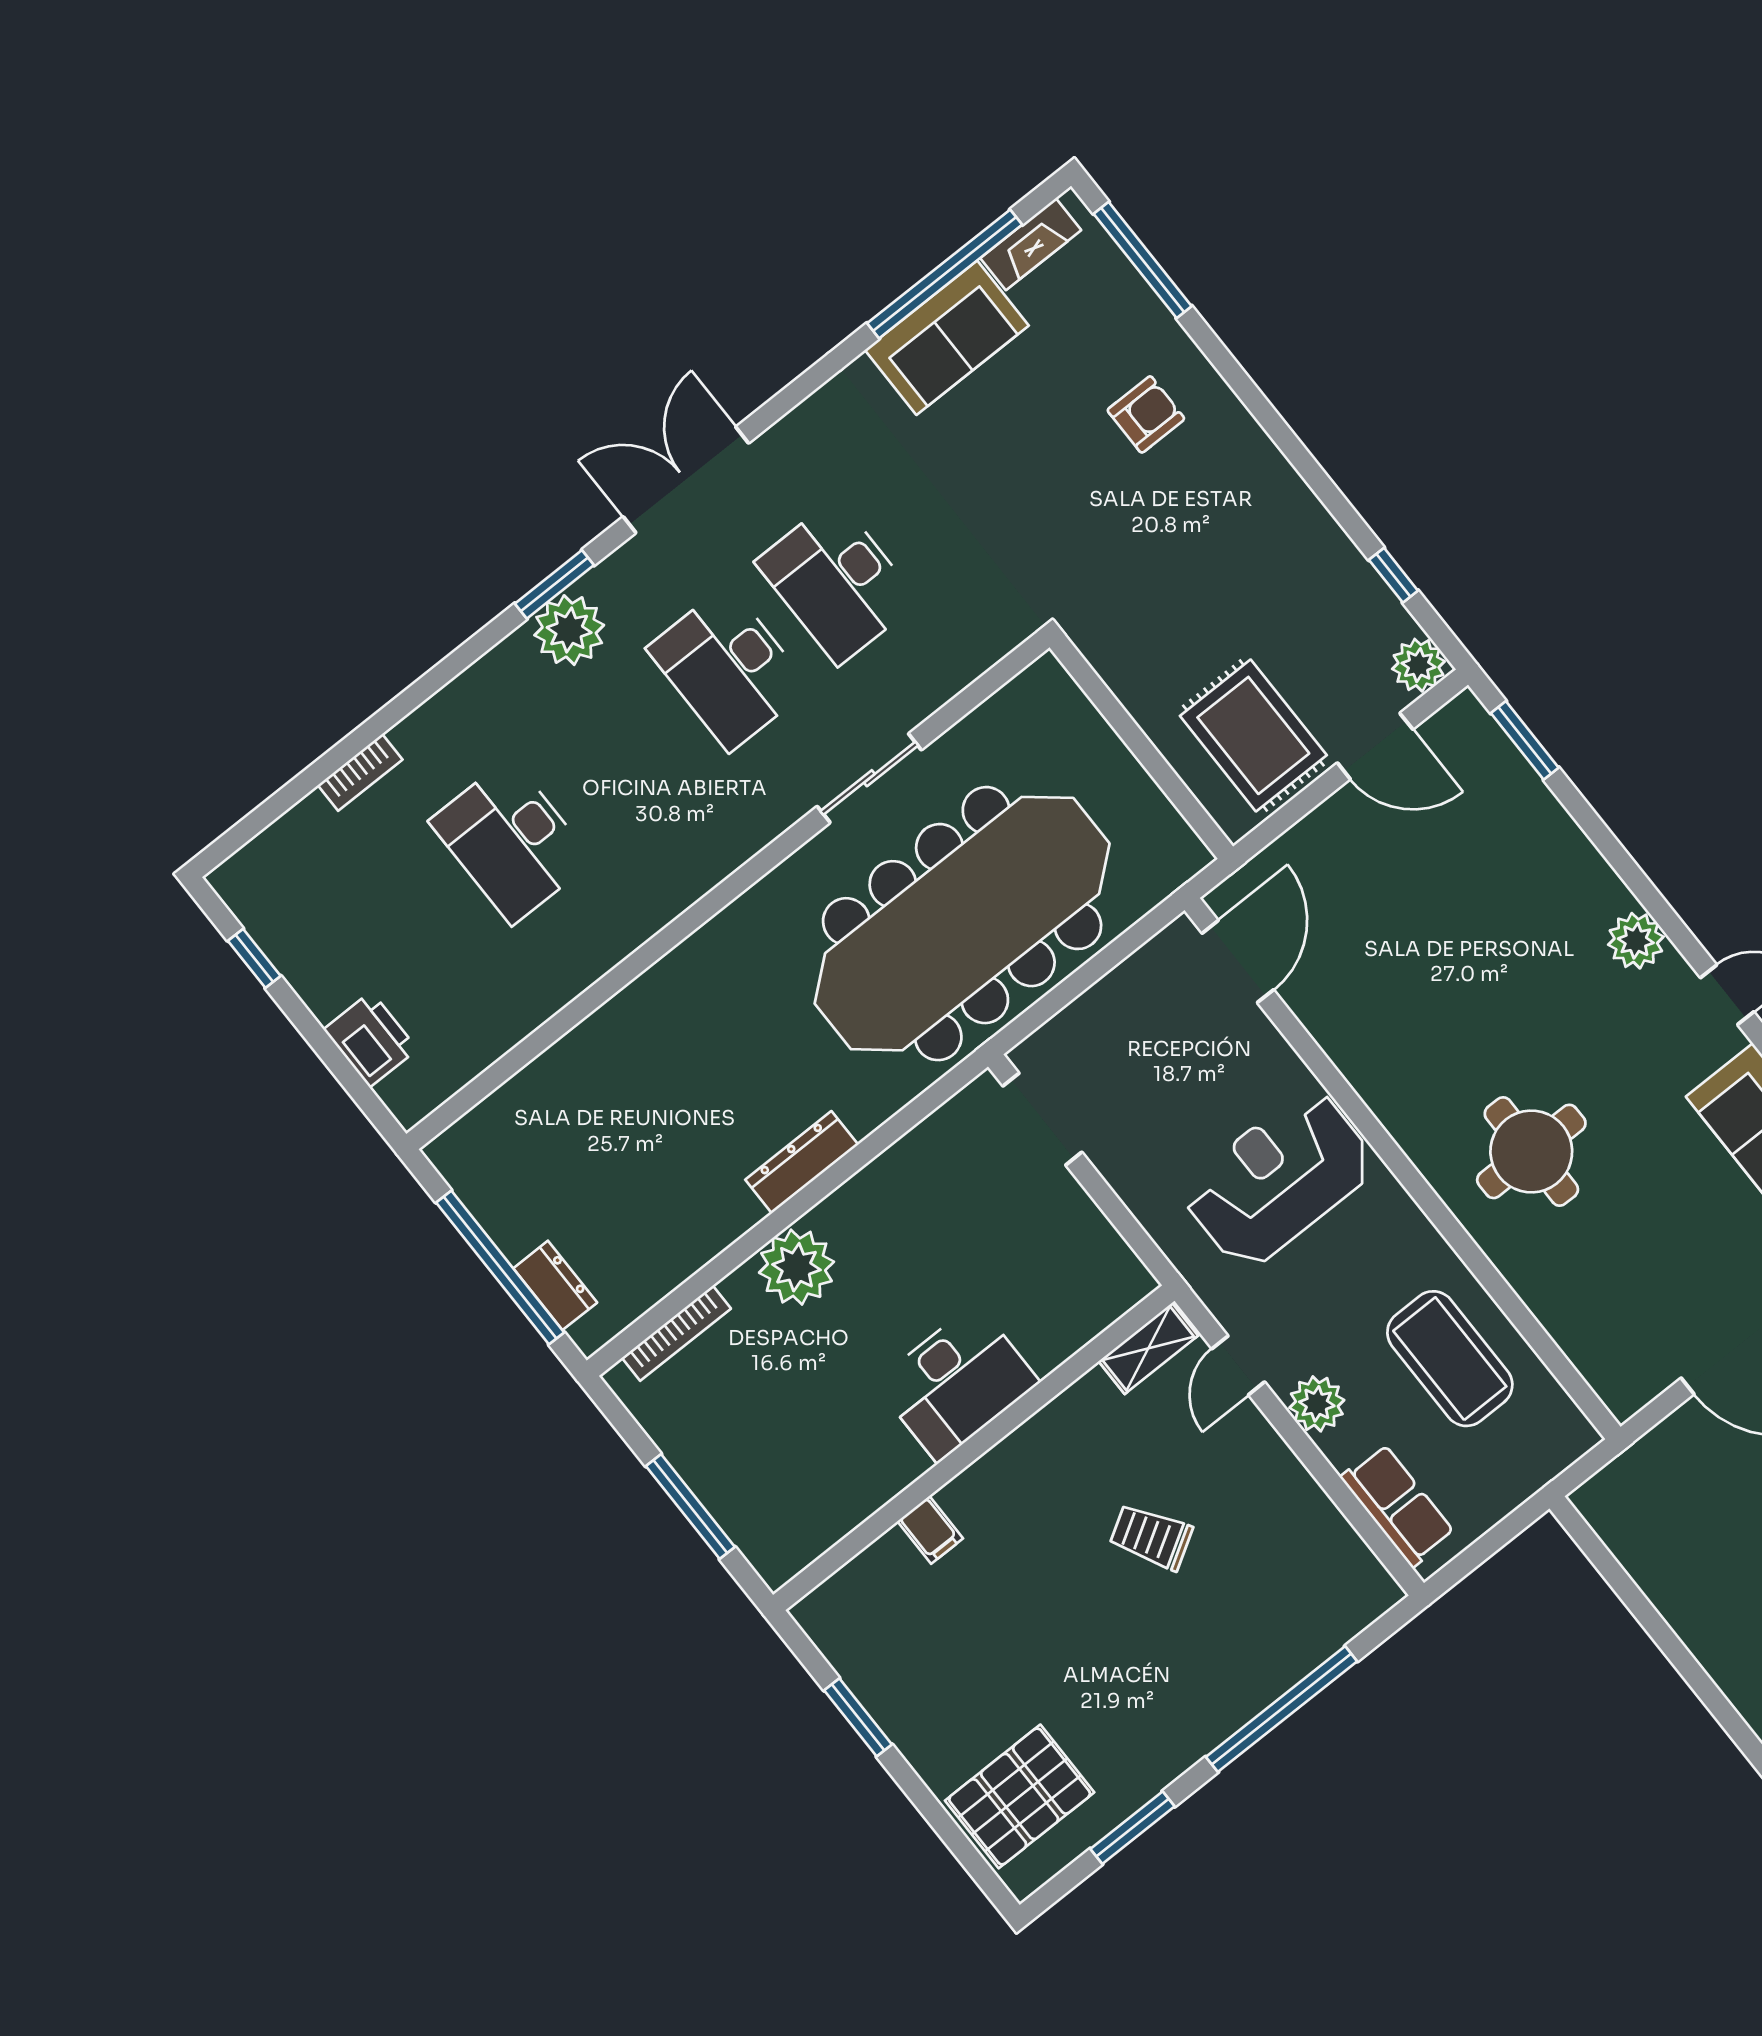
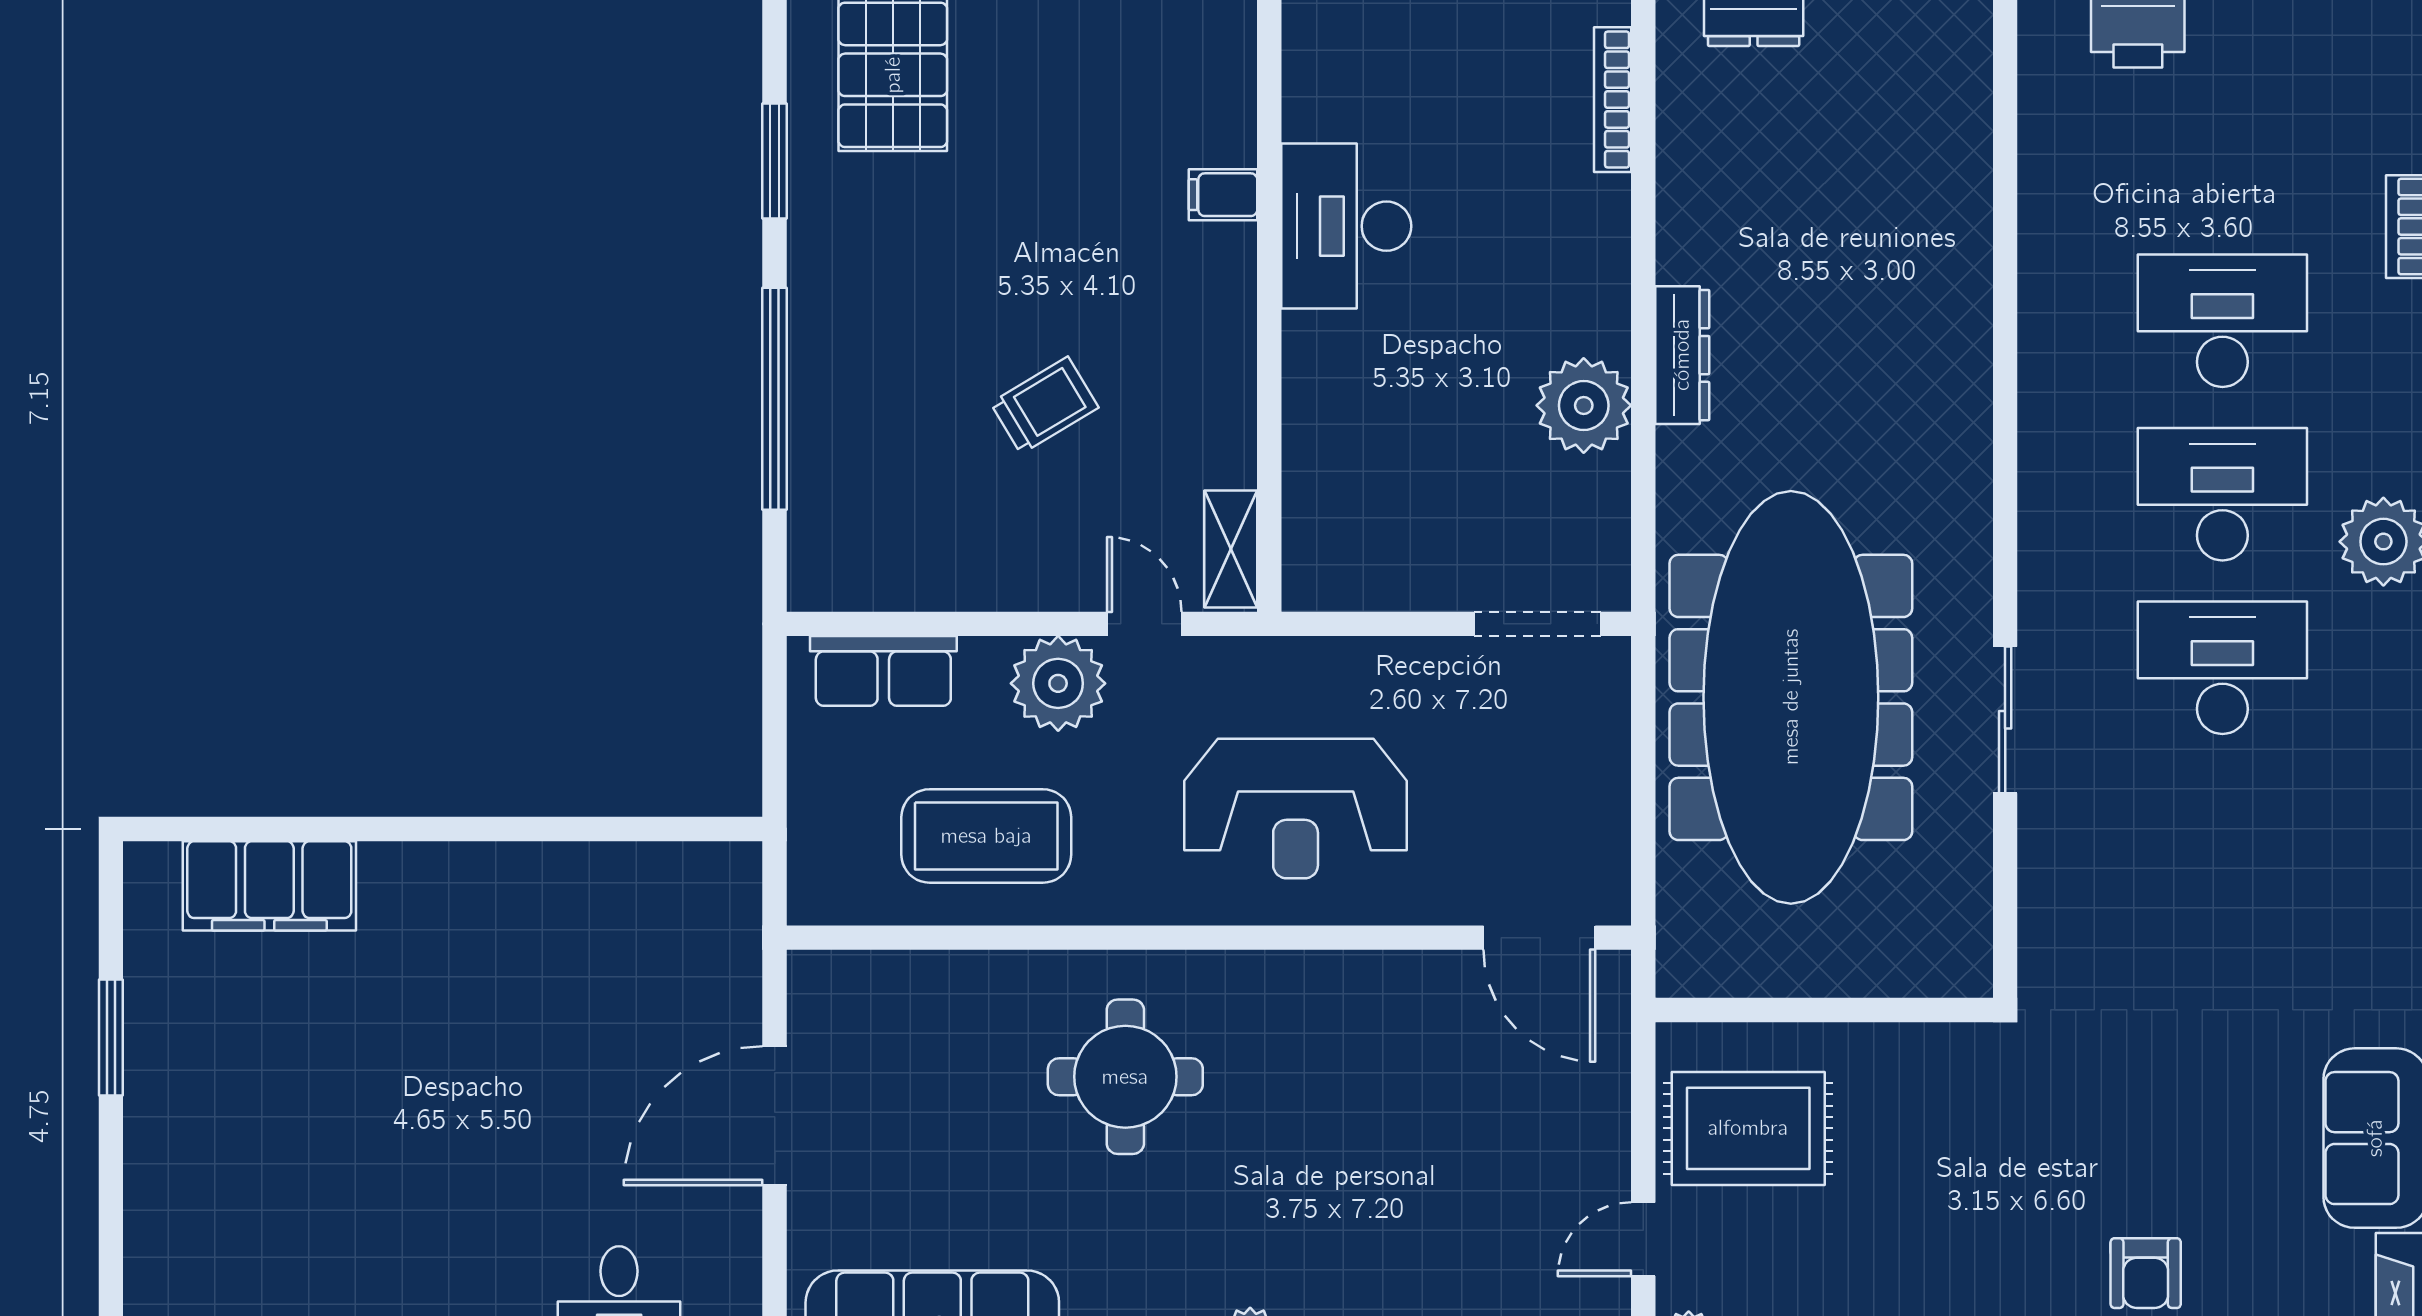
desk: (837, 582) -> (2222, 494), moved
door: (1375, 746) -> (1643, 1239), width x0.73
reception desk: (1278, 1179) -> (1296, 808), turned 90
plant: (796, 1267) -> (1584, 405), moved
desk: (957, 1383) -> (1346, 226), moved
plant: (1317, 1404) -> (1058, 683), width x1.36, depth x1.36

